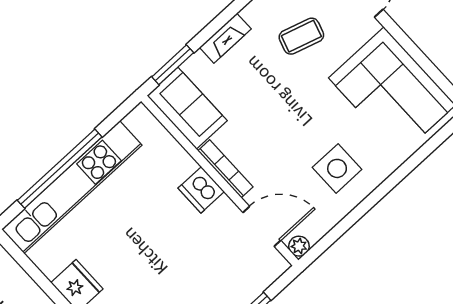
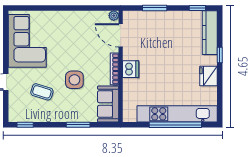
fireplace: (225, 38) -> (71, 117), removed
window: (173, 65) -> (78, 125), moved
side table: (337, 168) -> (74, 80), moved

